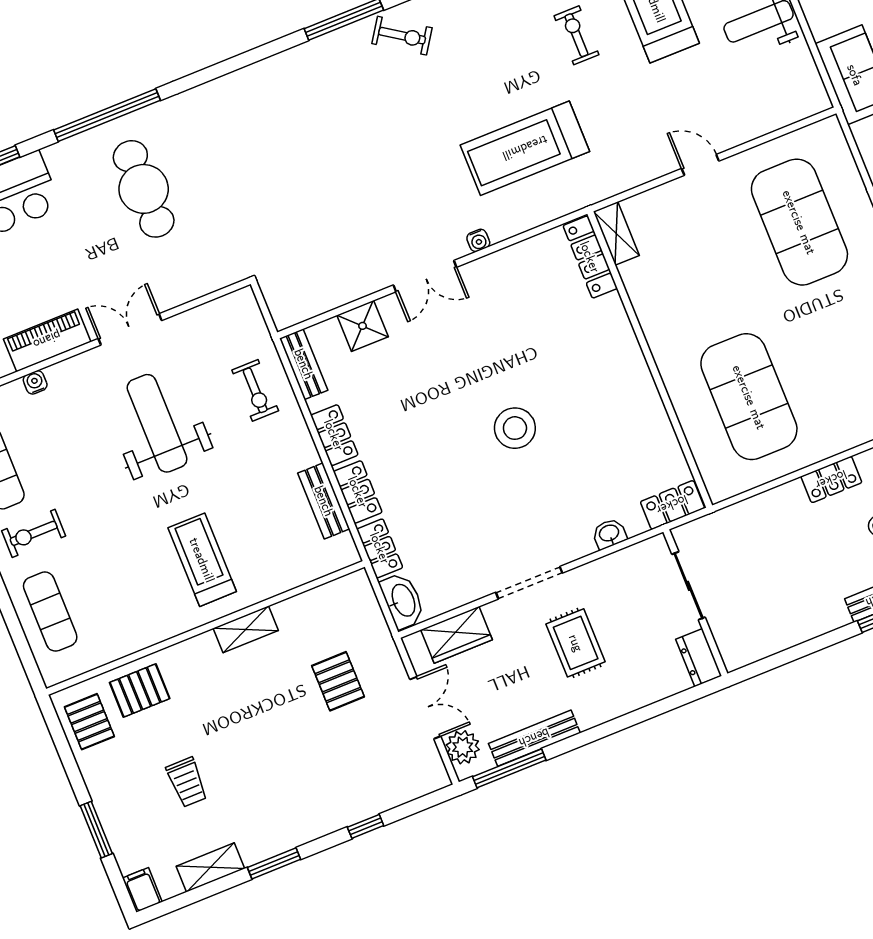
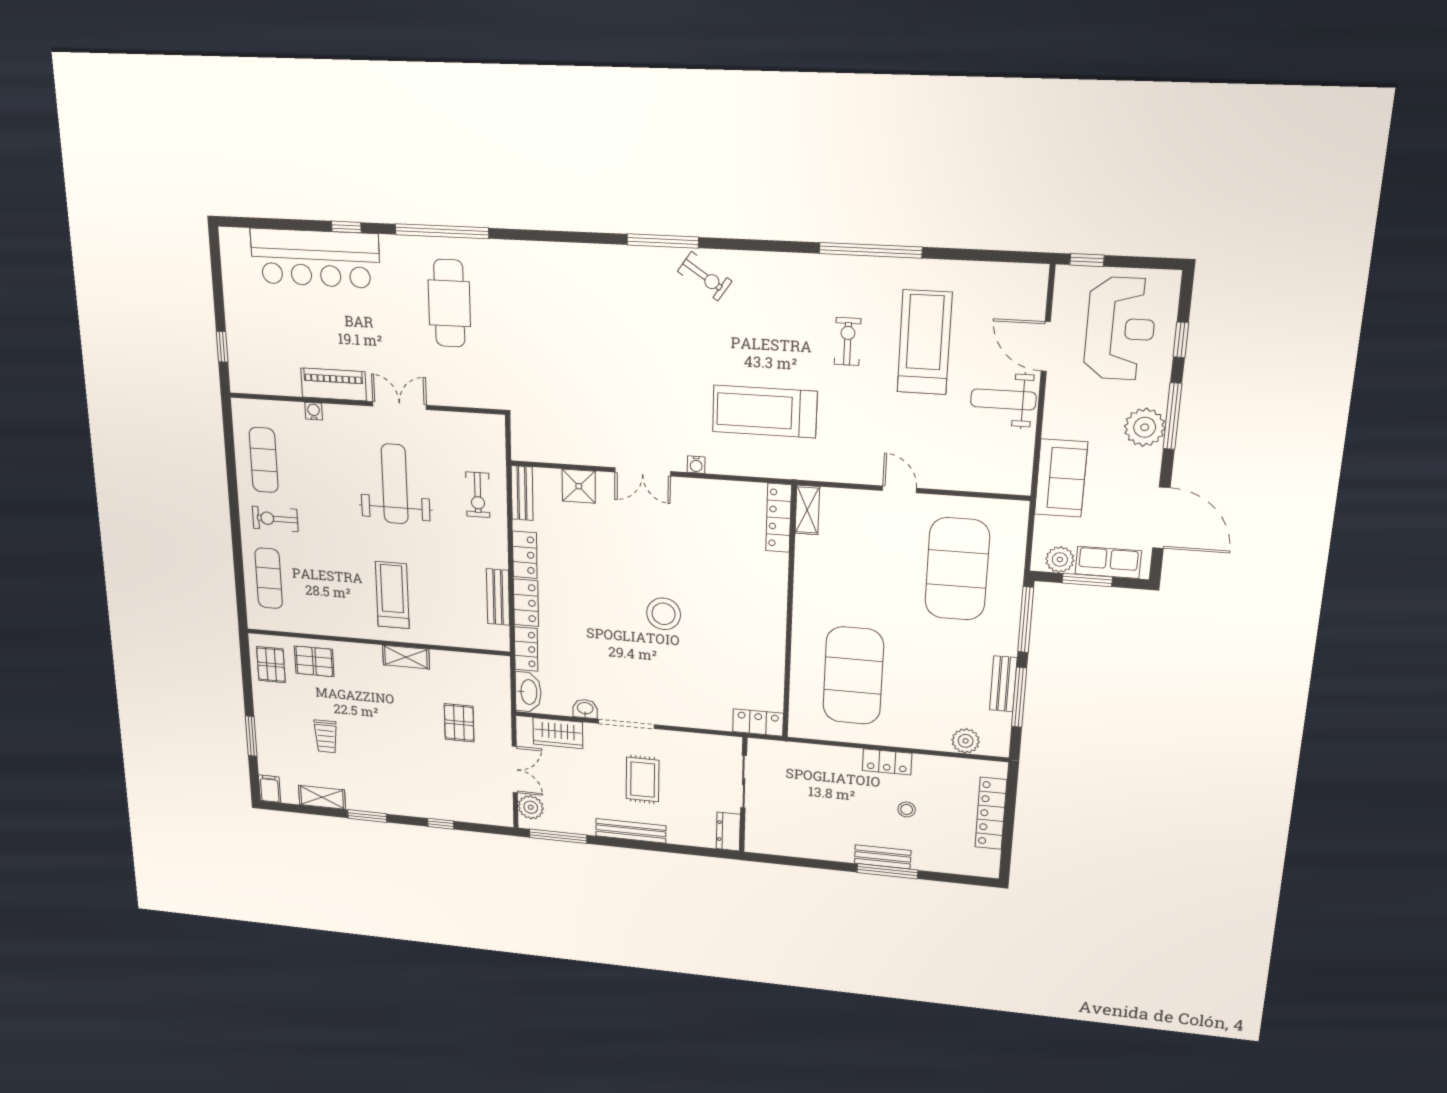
washbasin: (609, 534) -> (585, 709), moved
bench: (534, 738) -> (631, 831), moved

